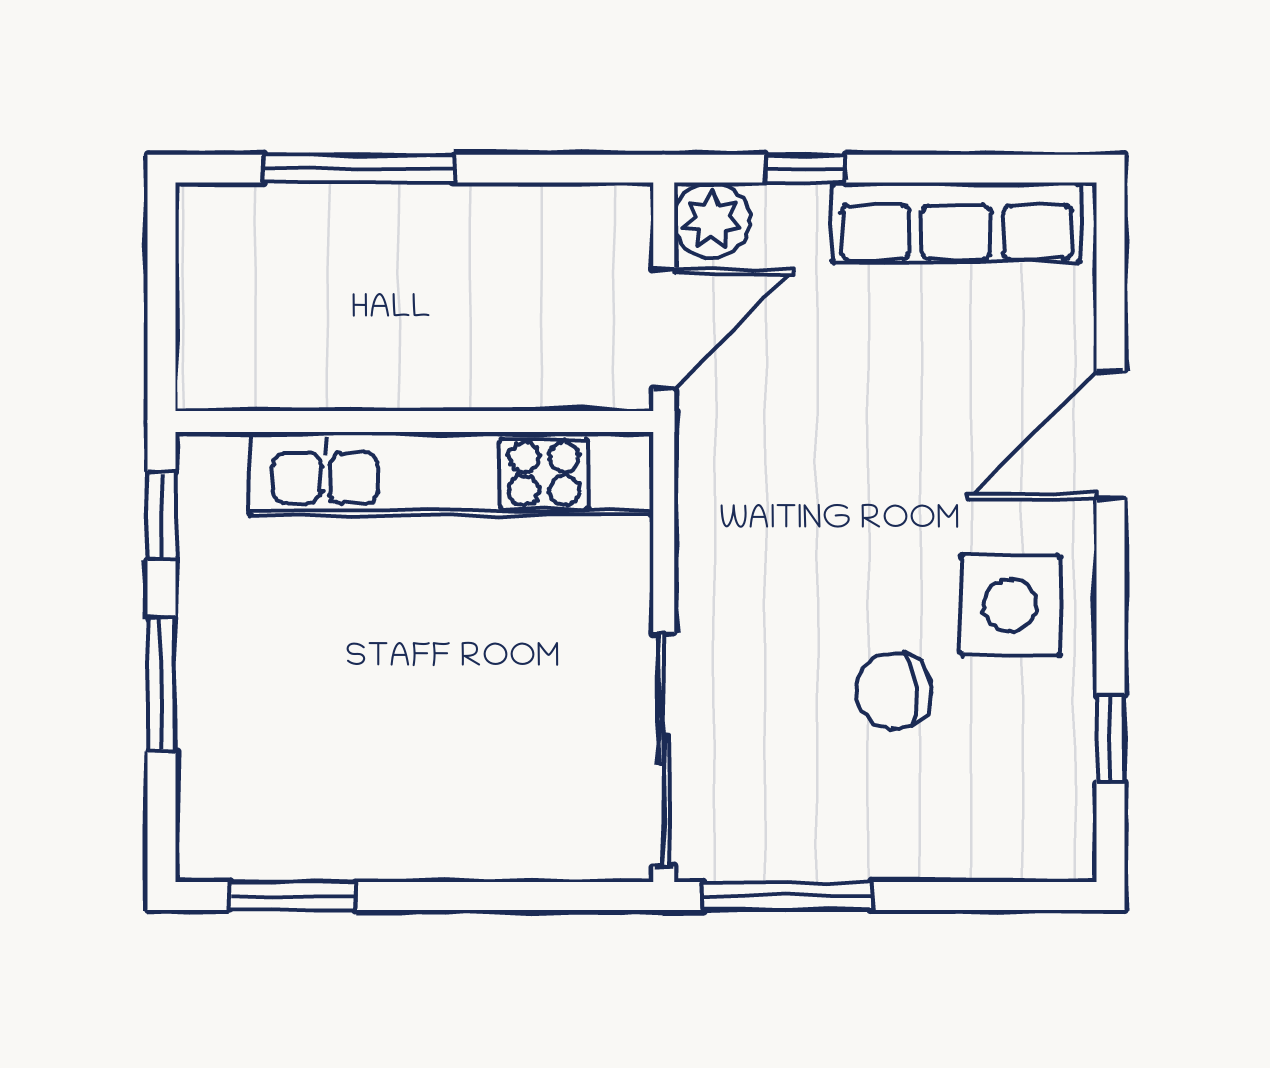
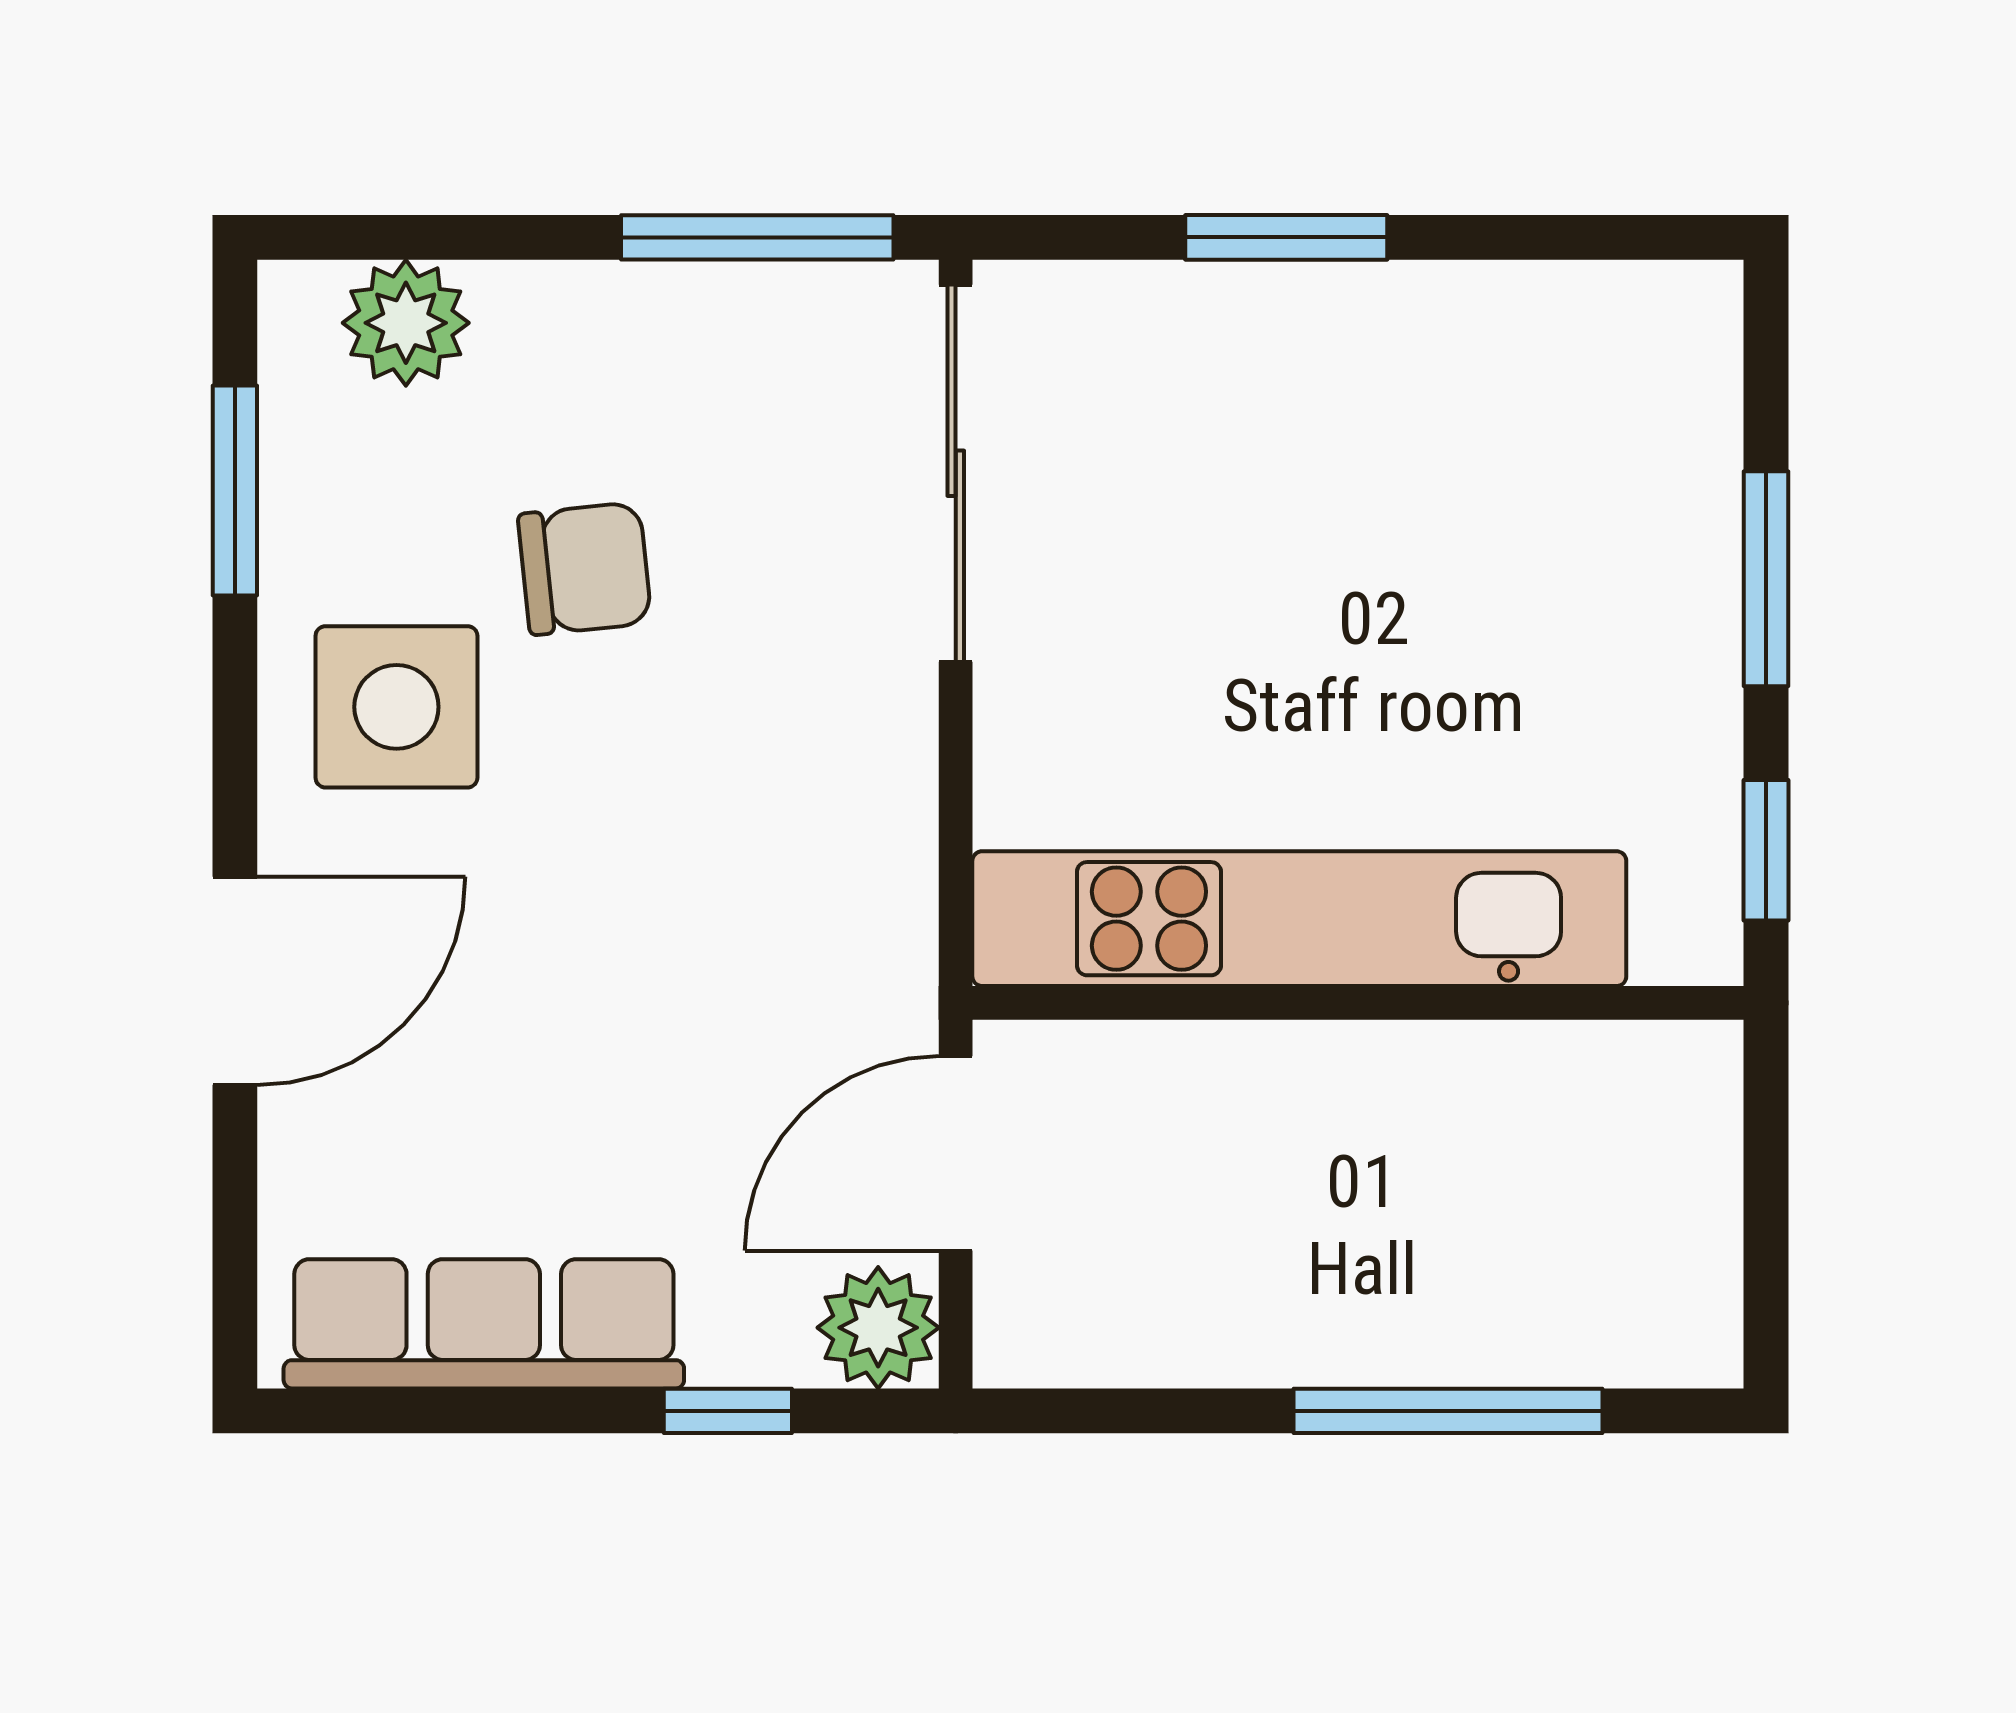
window: (1111, 739) -> (235, 491), width x1.50
plant: (1005, 843) -> (406, 323), added
window: (293, 896) -> (1286, 237), moved

